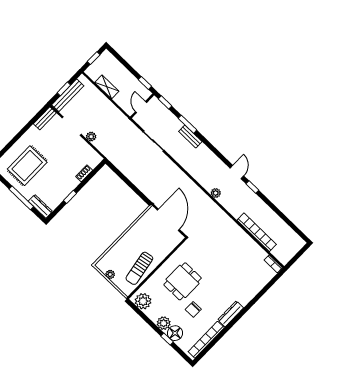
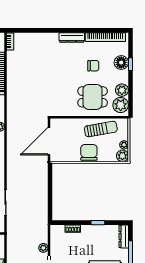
chair: (130, 242) -> (89, 152), added
plant: (103, 265) -> (122, 156), added
dining table: (183, 281) -> (93, 97), moved
plant: (164, 323) -> (122, 90), moved

